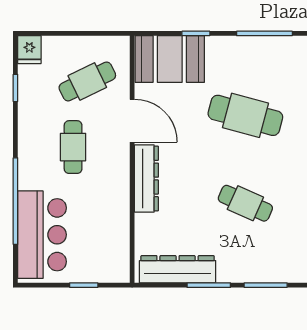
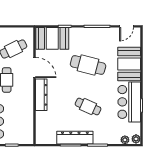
dresser: (178, 269) -> (75, 138), moved

